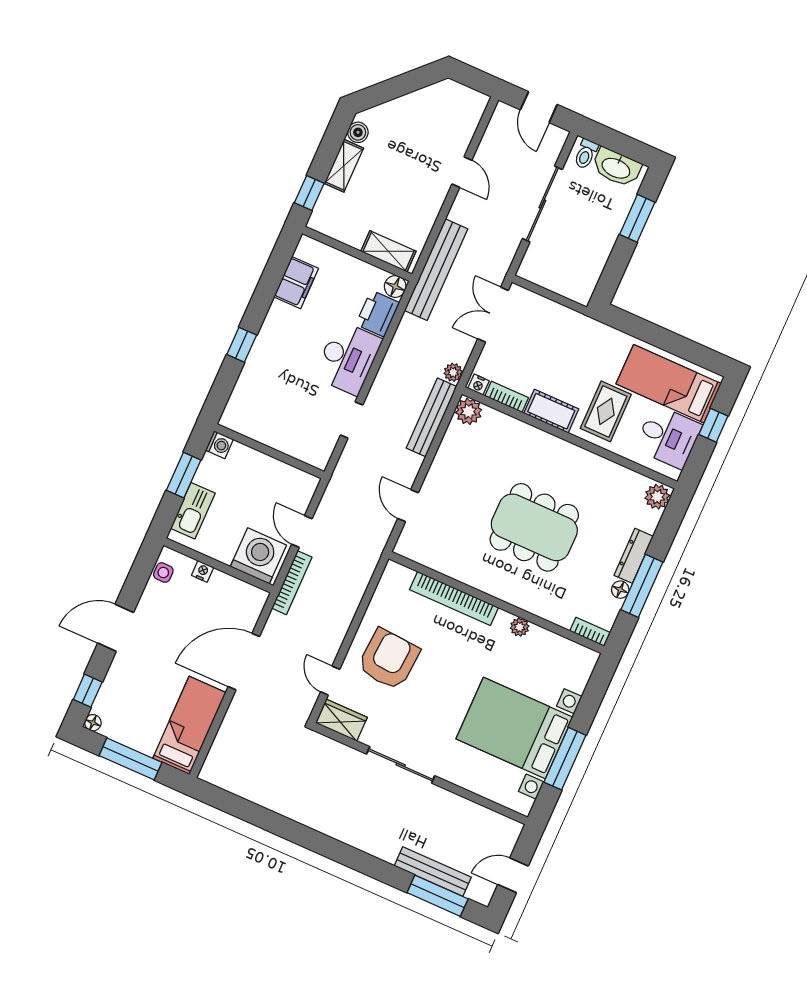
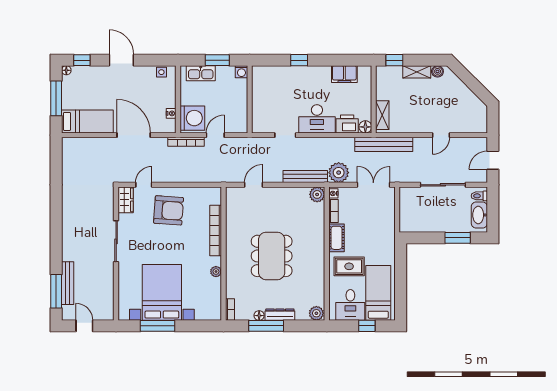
plant: (453, 372) -> (339, 173), width x1.88, depth x1.88
nightstand: (203, 571) -> (171, 113), moved

